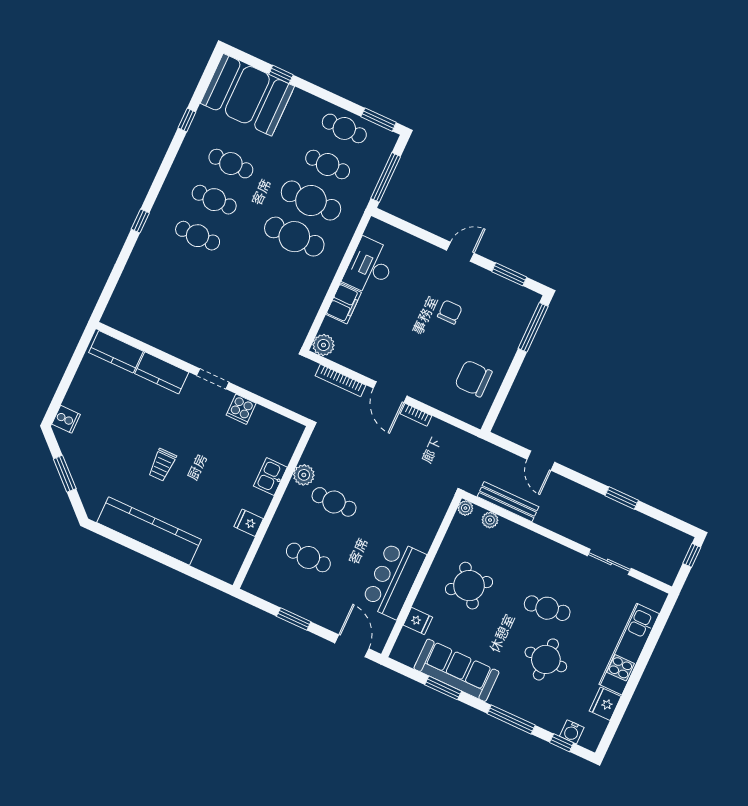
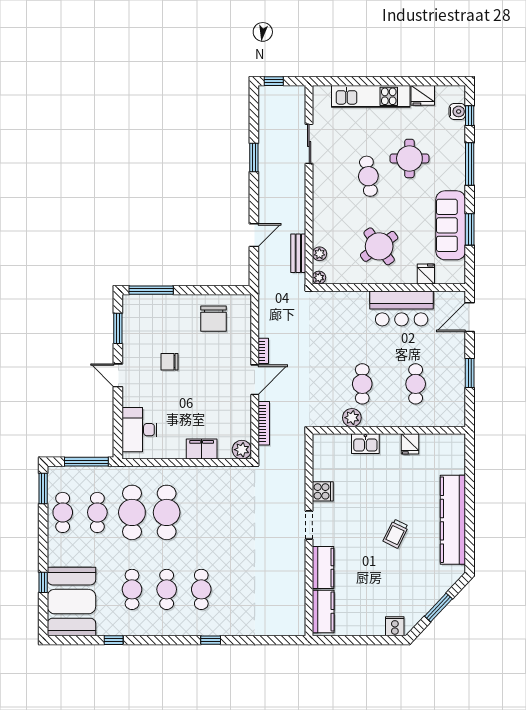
desk: (370, 267) -> (140, 430), moved, turned 90
trolley: (162, 465) -> (396, 534), turned 116
bench: (508, 502) -> (298, 253), width x0.73

